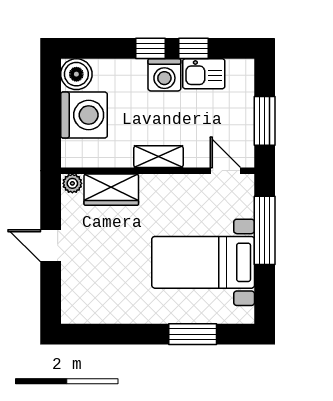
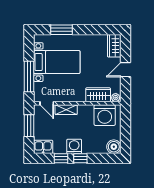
kitchen sink: (204, 74) -> (43, 147), moved
washing machine: (84, 115) -> (105, 115), moved, turned -90
shelving: (158, 157) -> (66, 110), moved
door: (51, 246) -> (125, 70), swing flipped
wardrobe: (76, 298) -> (114, 46), added

